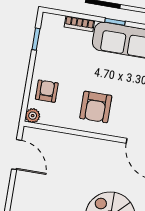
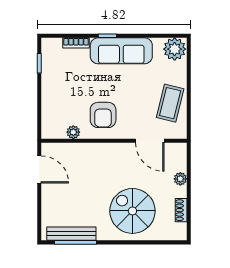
armchair: (47, 91) -> (57, 108), removed
plant: (33, 116) -> (73, 132), moved

